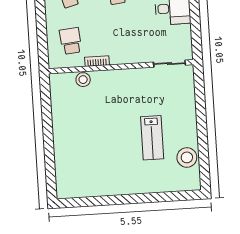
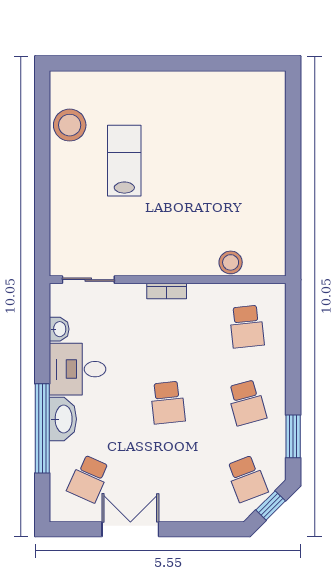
washbasin: (185, 32) -> (59, 329), added
bookcase: (97, 61) -> (167, 291), moved

